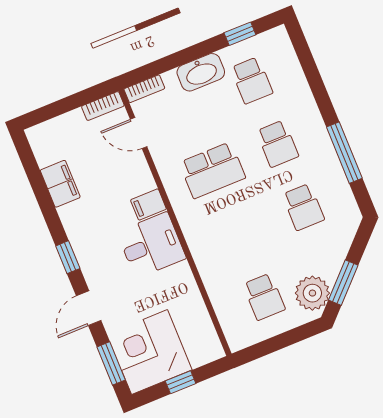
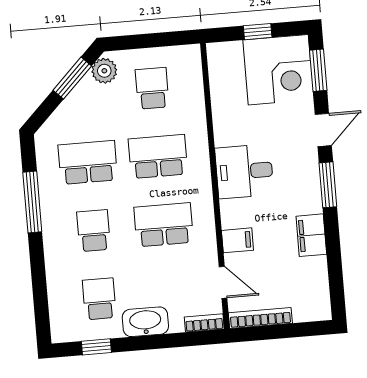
bookcase: (103, 106) -> (260, 318), width x1.56
filing cabinet: (60, 184) -> (311, 235), moved
filing cabinet: (148, 204) -> (237, 240), moved
school desk: (303, 207) -> (88, 162), width x1.85
school desk: (238, 233) -> (158, 156), added
window: (68, 257) -> (328, 185), width x1.50
plant: (312, 293) -> (104, 71), width x0.73, depth x0.73

